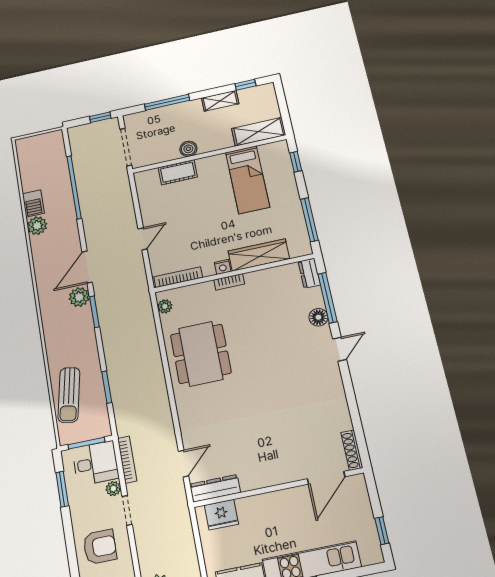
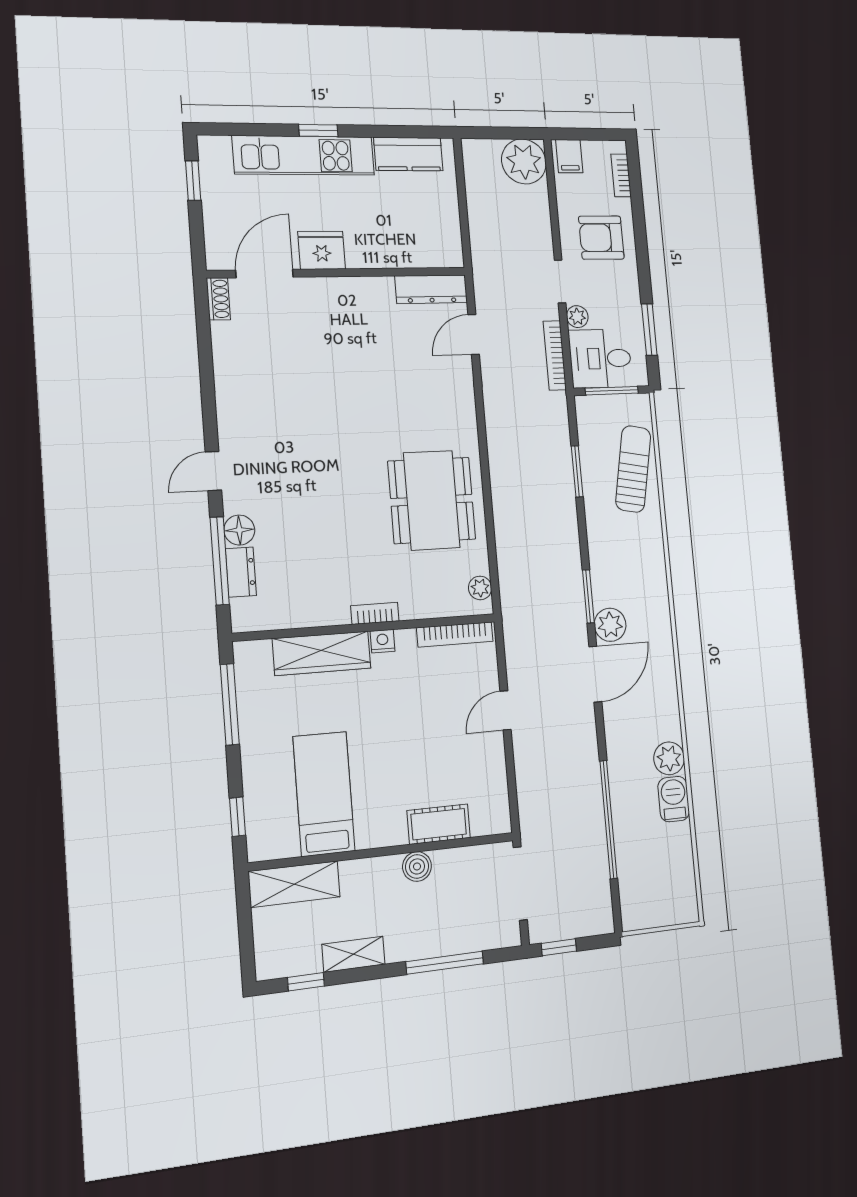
dresser: (309, 273) -> (241, 572), moved
shoe rack: (352, 450) -> (218, 299), width x0.70
fridge: (221, 515) -> (322, 250), moved

